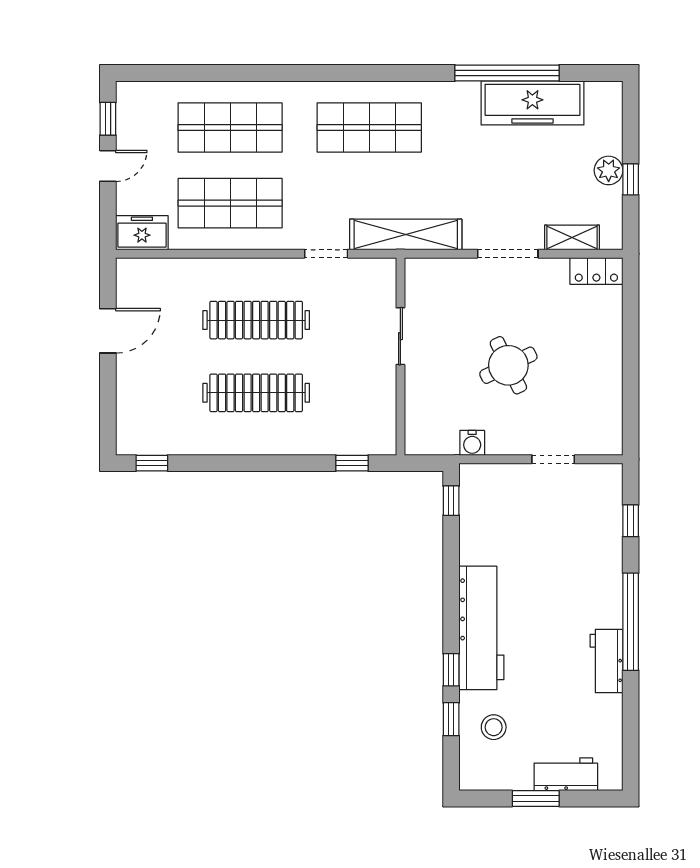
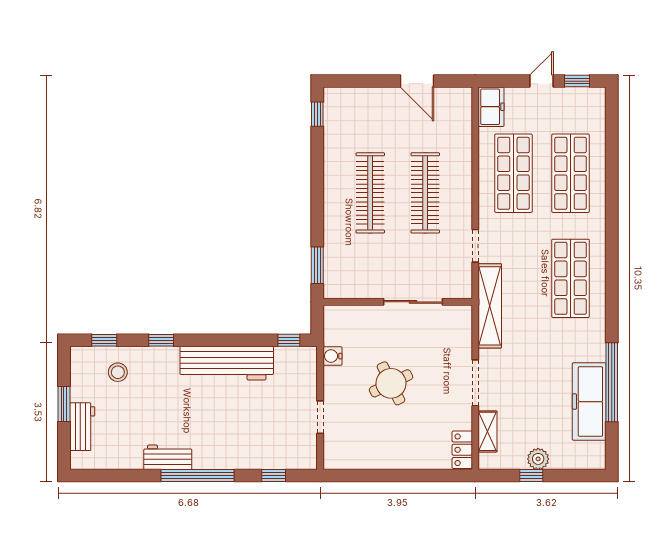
door: (108, 166) -> (541, 81), swing flipped
sliding door: (400, 336) -> (413, 302), width x1.37
window: (352, 463) -> (317, 265), width x1.50
workbench: (481, 628) -> (227, 363), moved
window: (451, 719) -> (104, 340), moved

